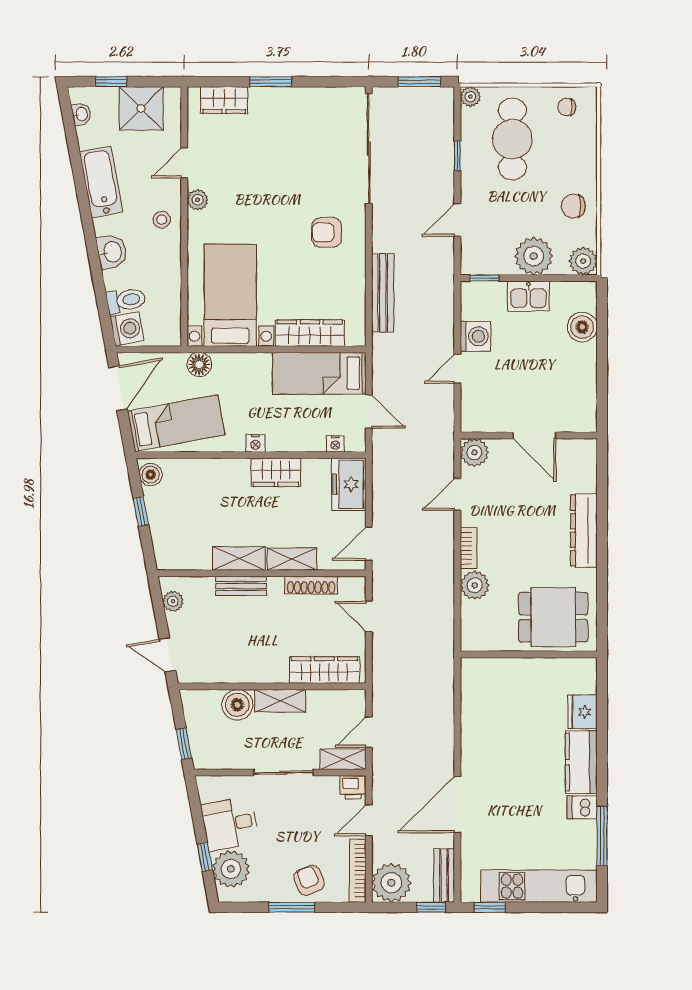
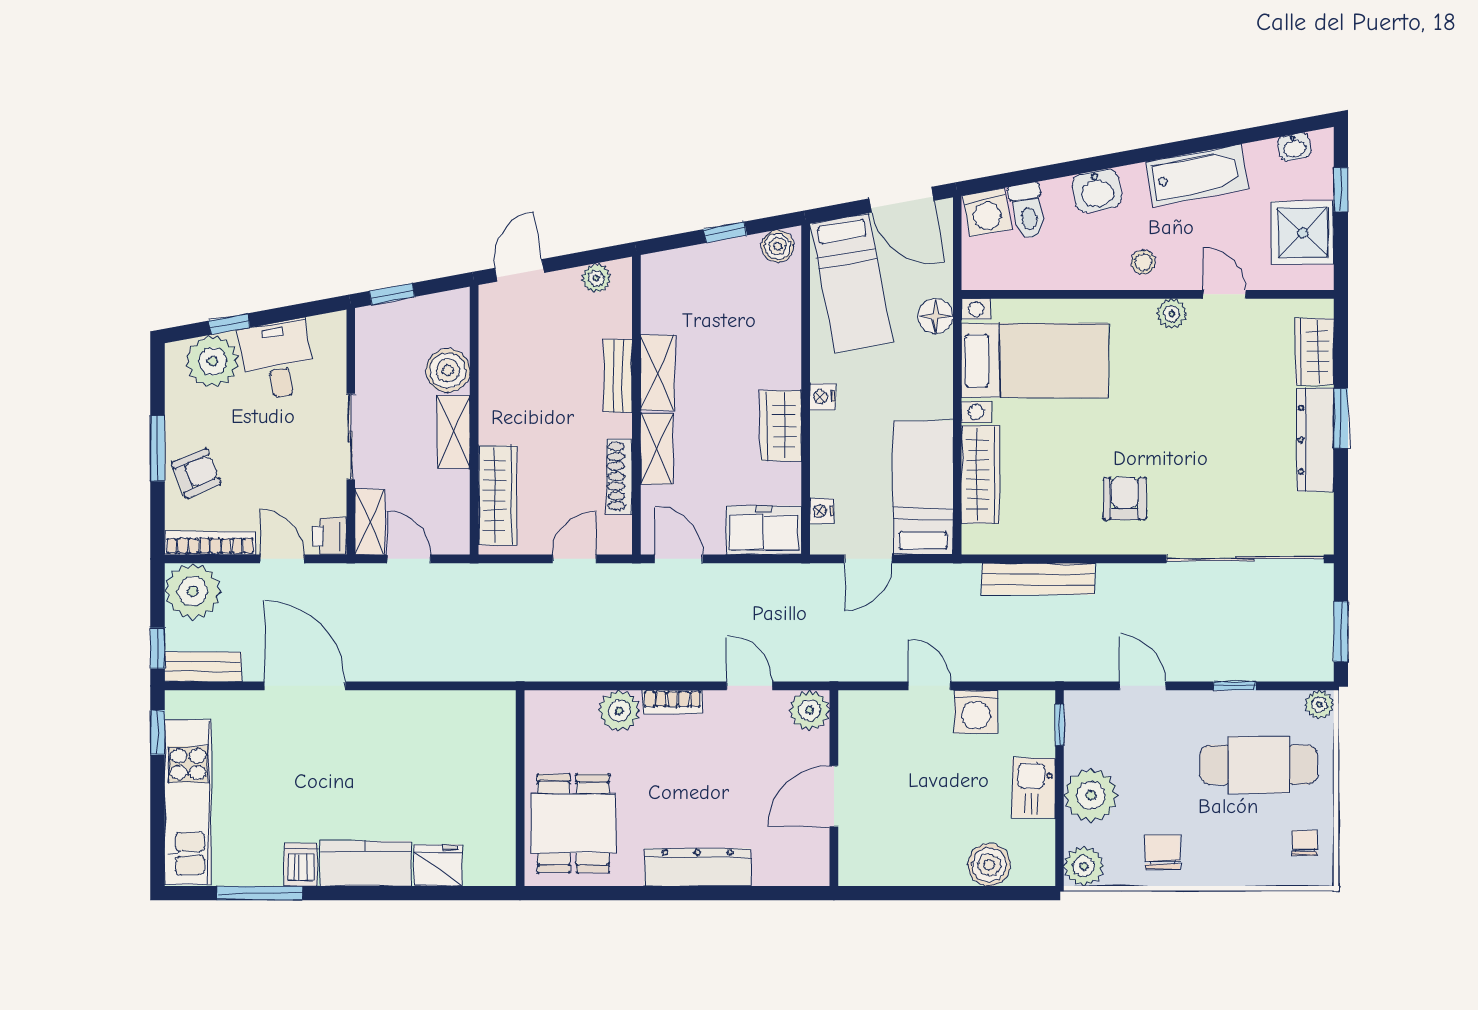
dresser: (286, 100) -> (1315, 440), added

